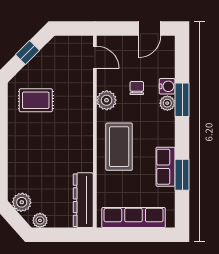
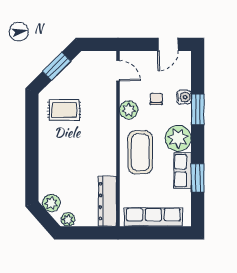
window: (28, 53) -> (57, 66), width x1.50
plant: (167, 103) -> (178, 138), moved, width x1.87, depth x1.87

